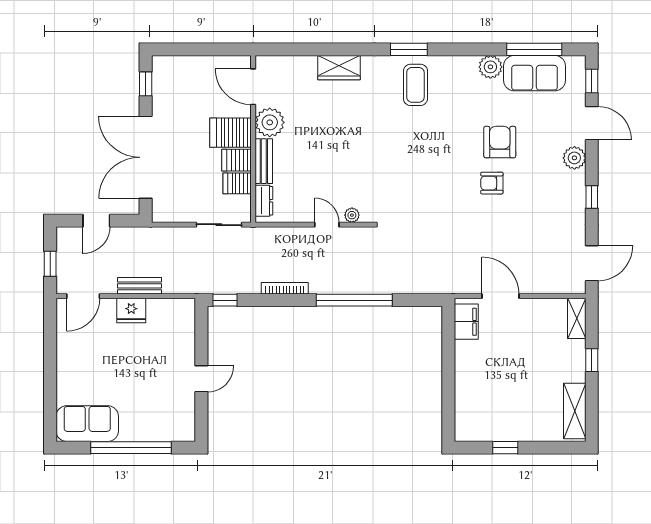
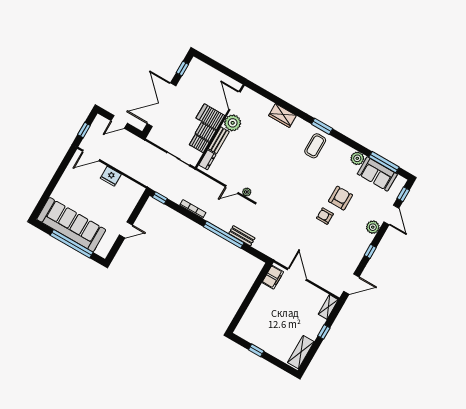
door: (327, 225) -> (232, 190), swing flipped
bench: (140, 286) -> (242, 236), moved
sofa: (87, 424) -> (71, 225), width x1.85, depth x1.27

